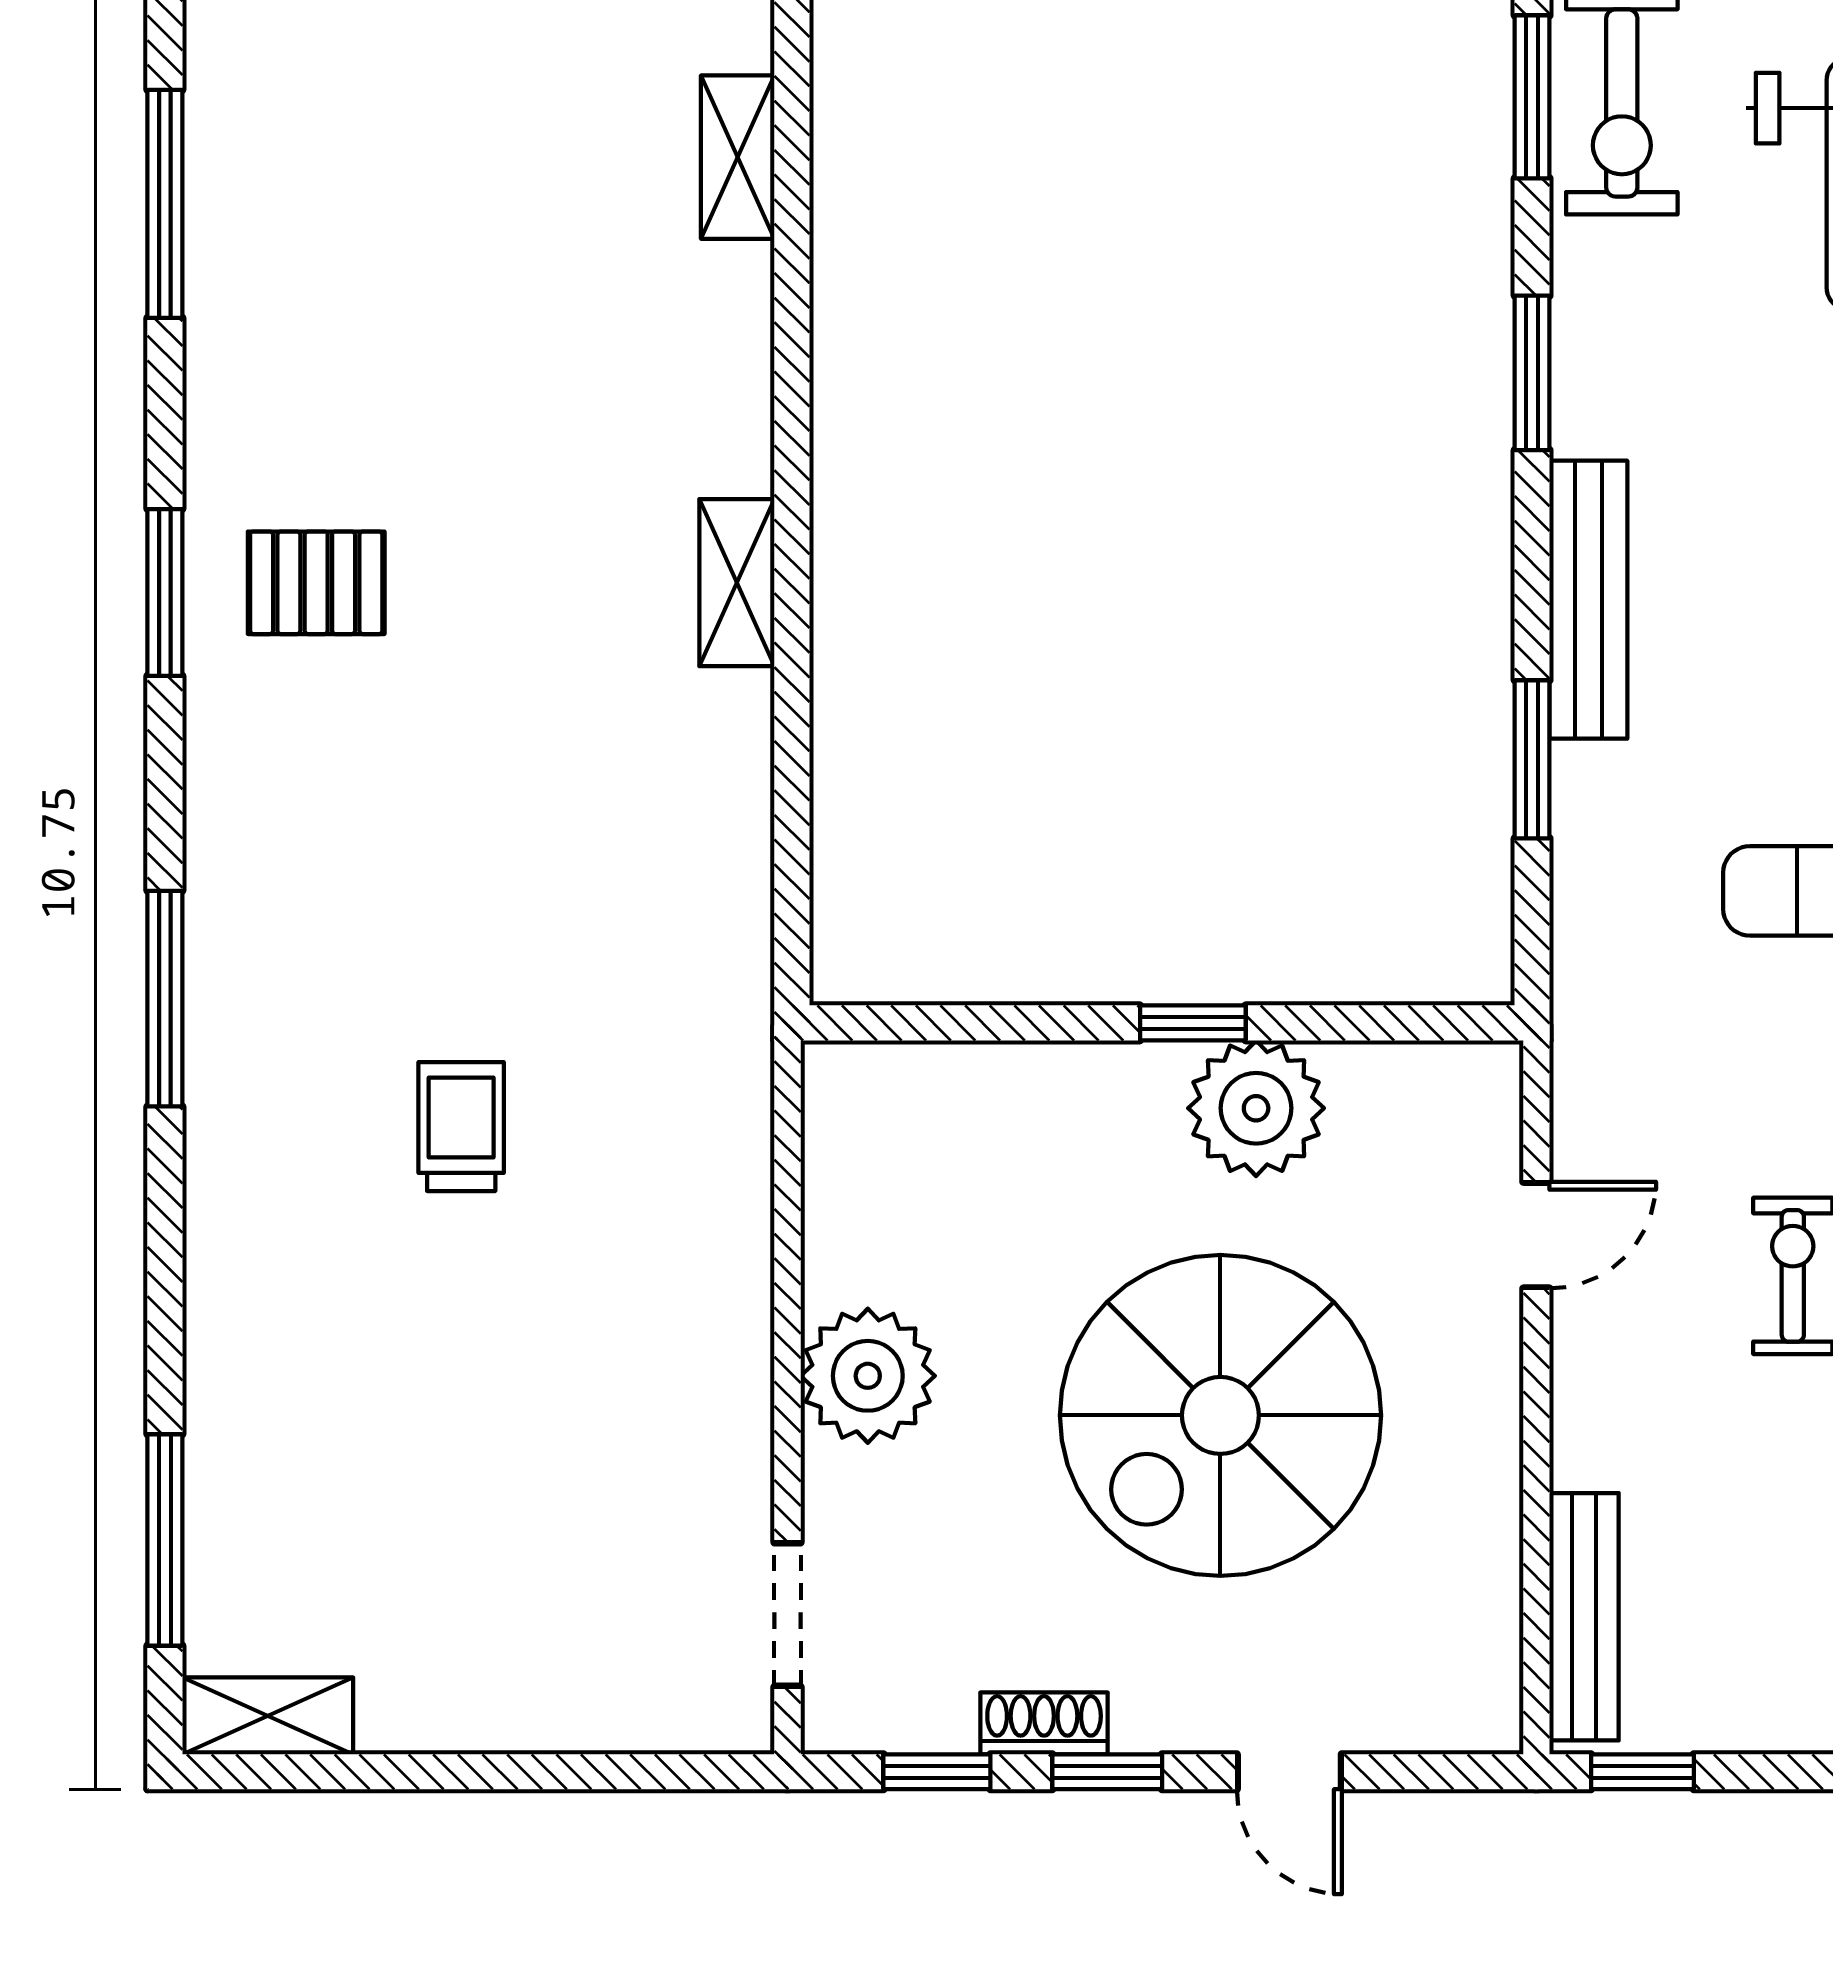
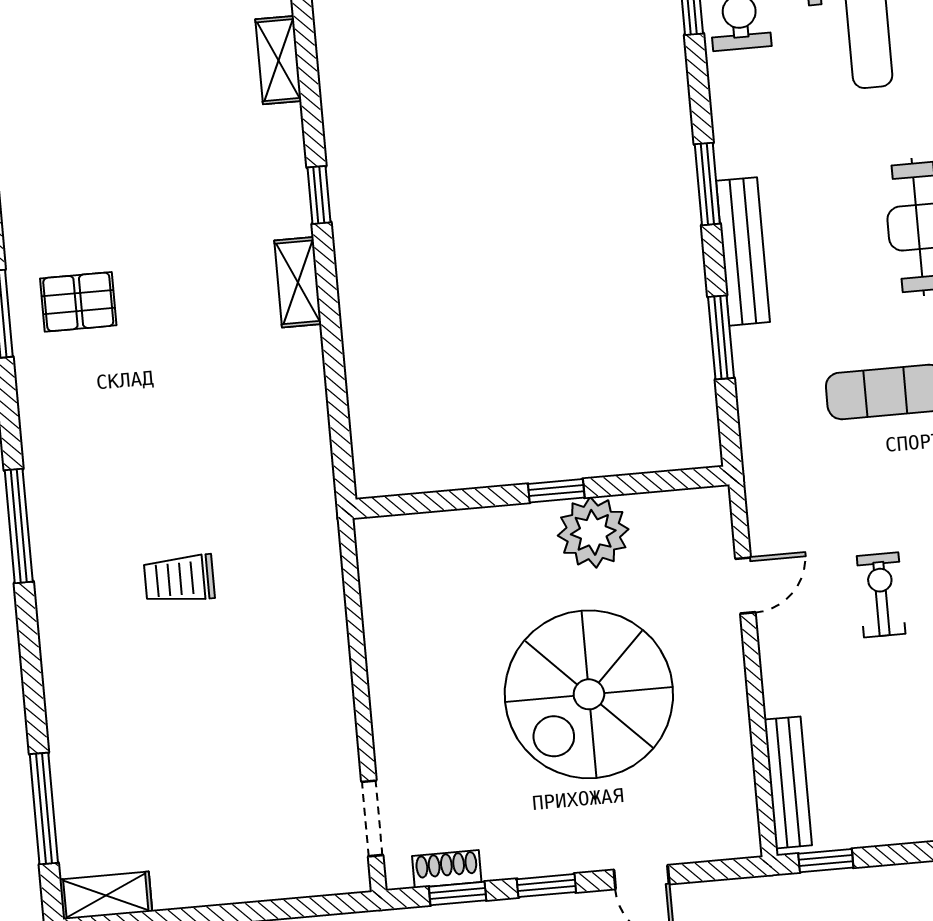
window: (1532, 373) -> (707, 184), moved
window: (792, 420) -> (319, 195), added
trolley: (461, 1127) -> (179, 579), turned -90
plant: (868, 1376) -> (403, 690), removed
shoe rack: (1044, 1723) -> (447, 869), moved

